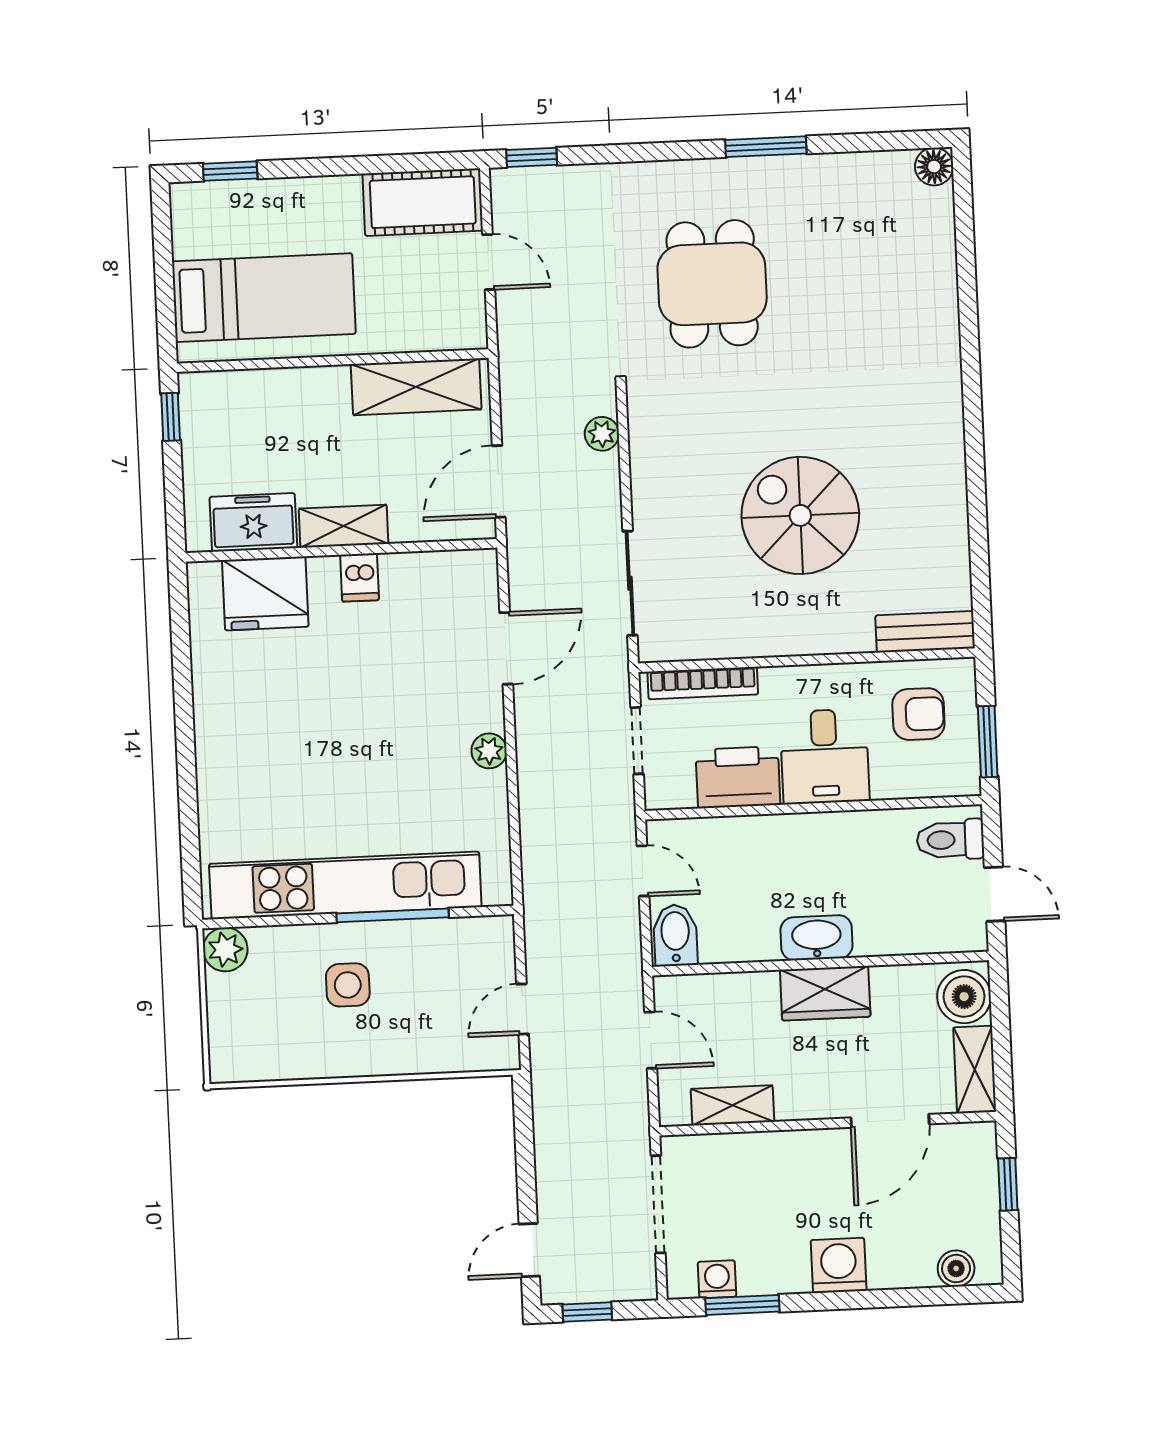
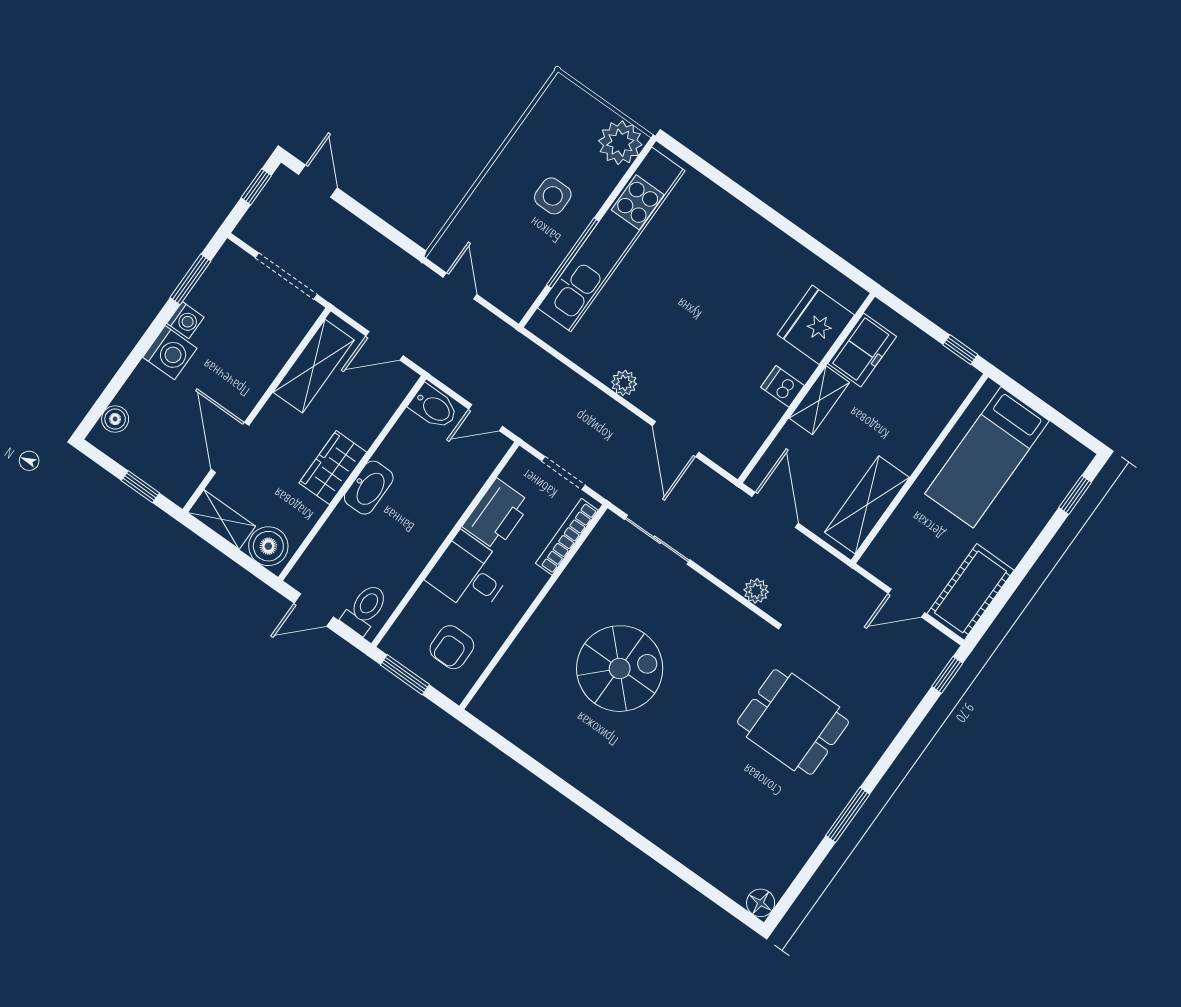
bench: (925, 632) -> (496, 688), removed
plant: (225, 949) -> (620, 143), width x1.36, depth x1.36
shelving: (732, 1105) -> (314, 366), width x1.50, depth x1.33
washing machine: (717, 1279) -> (185, 320), moved

